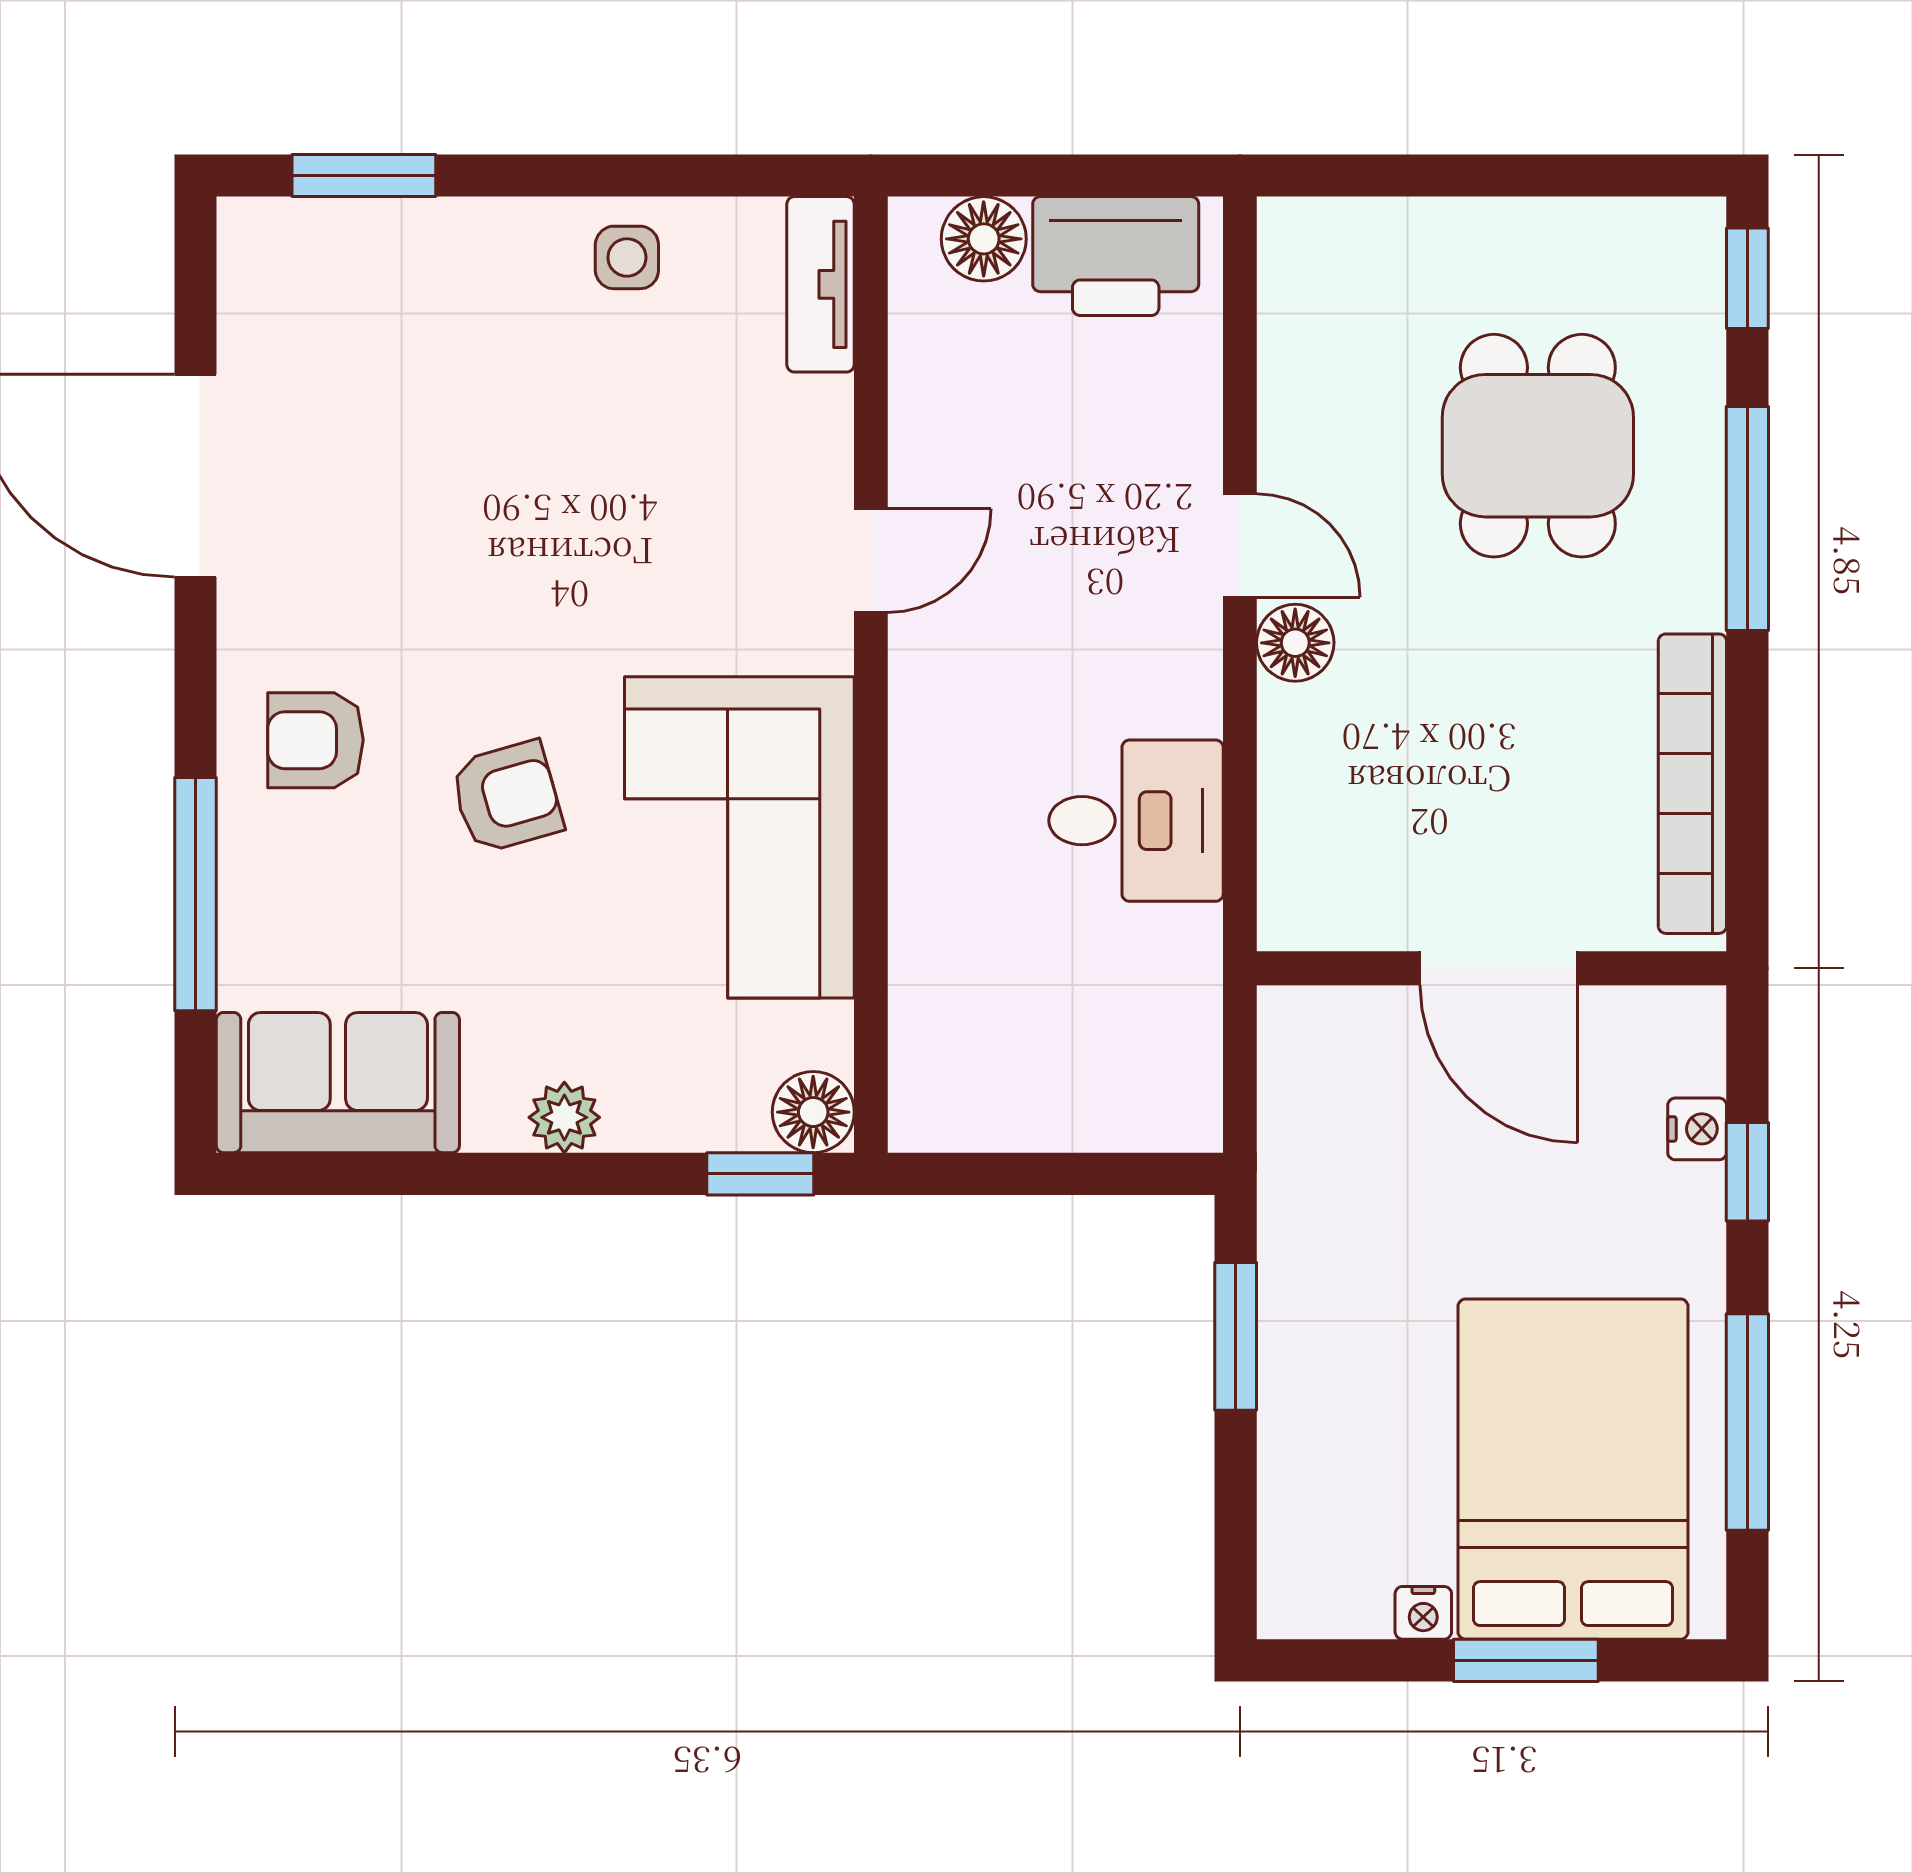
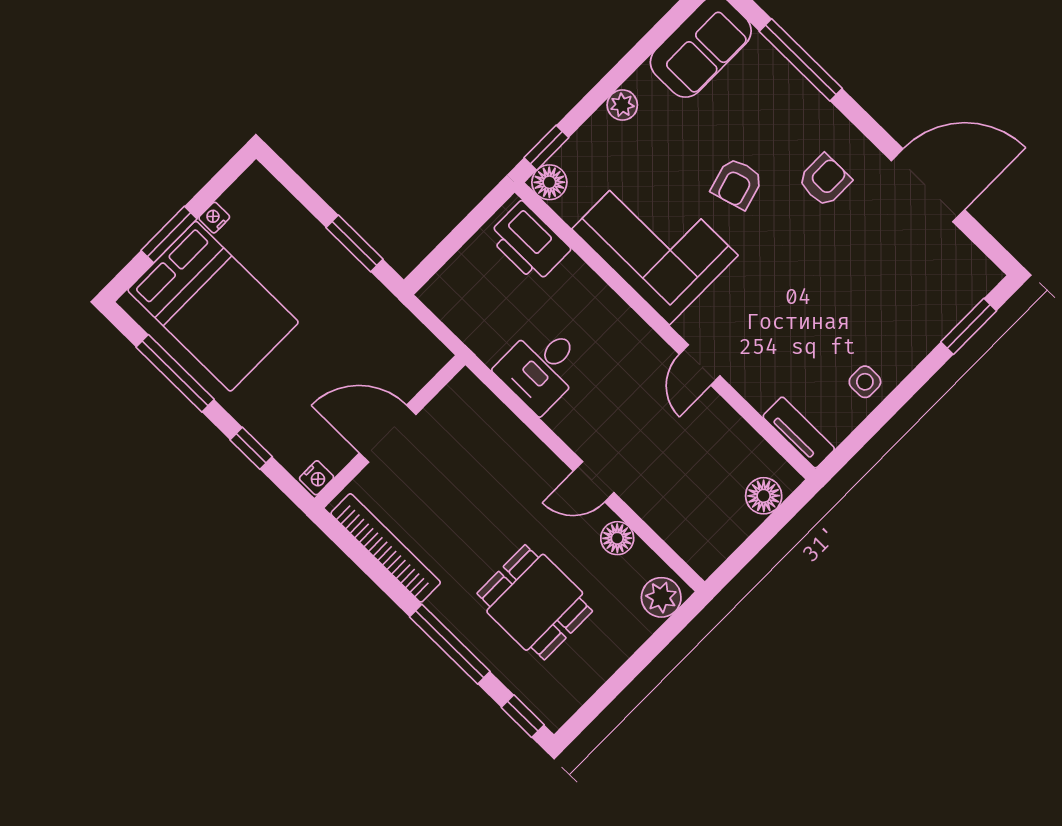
plant: (1321, 243) -> (661, 597), added
printer: (1116, 256) -> (529, 242), moved, turned -90
floor lamp: (1295, 643) -> (617, 538), moved
armchair: (315, 740) -> (825, 180), moved
nightstand: (1697, 1129) -> (317, 478), moved, turned -90

